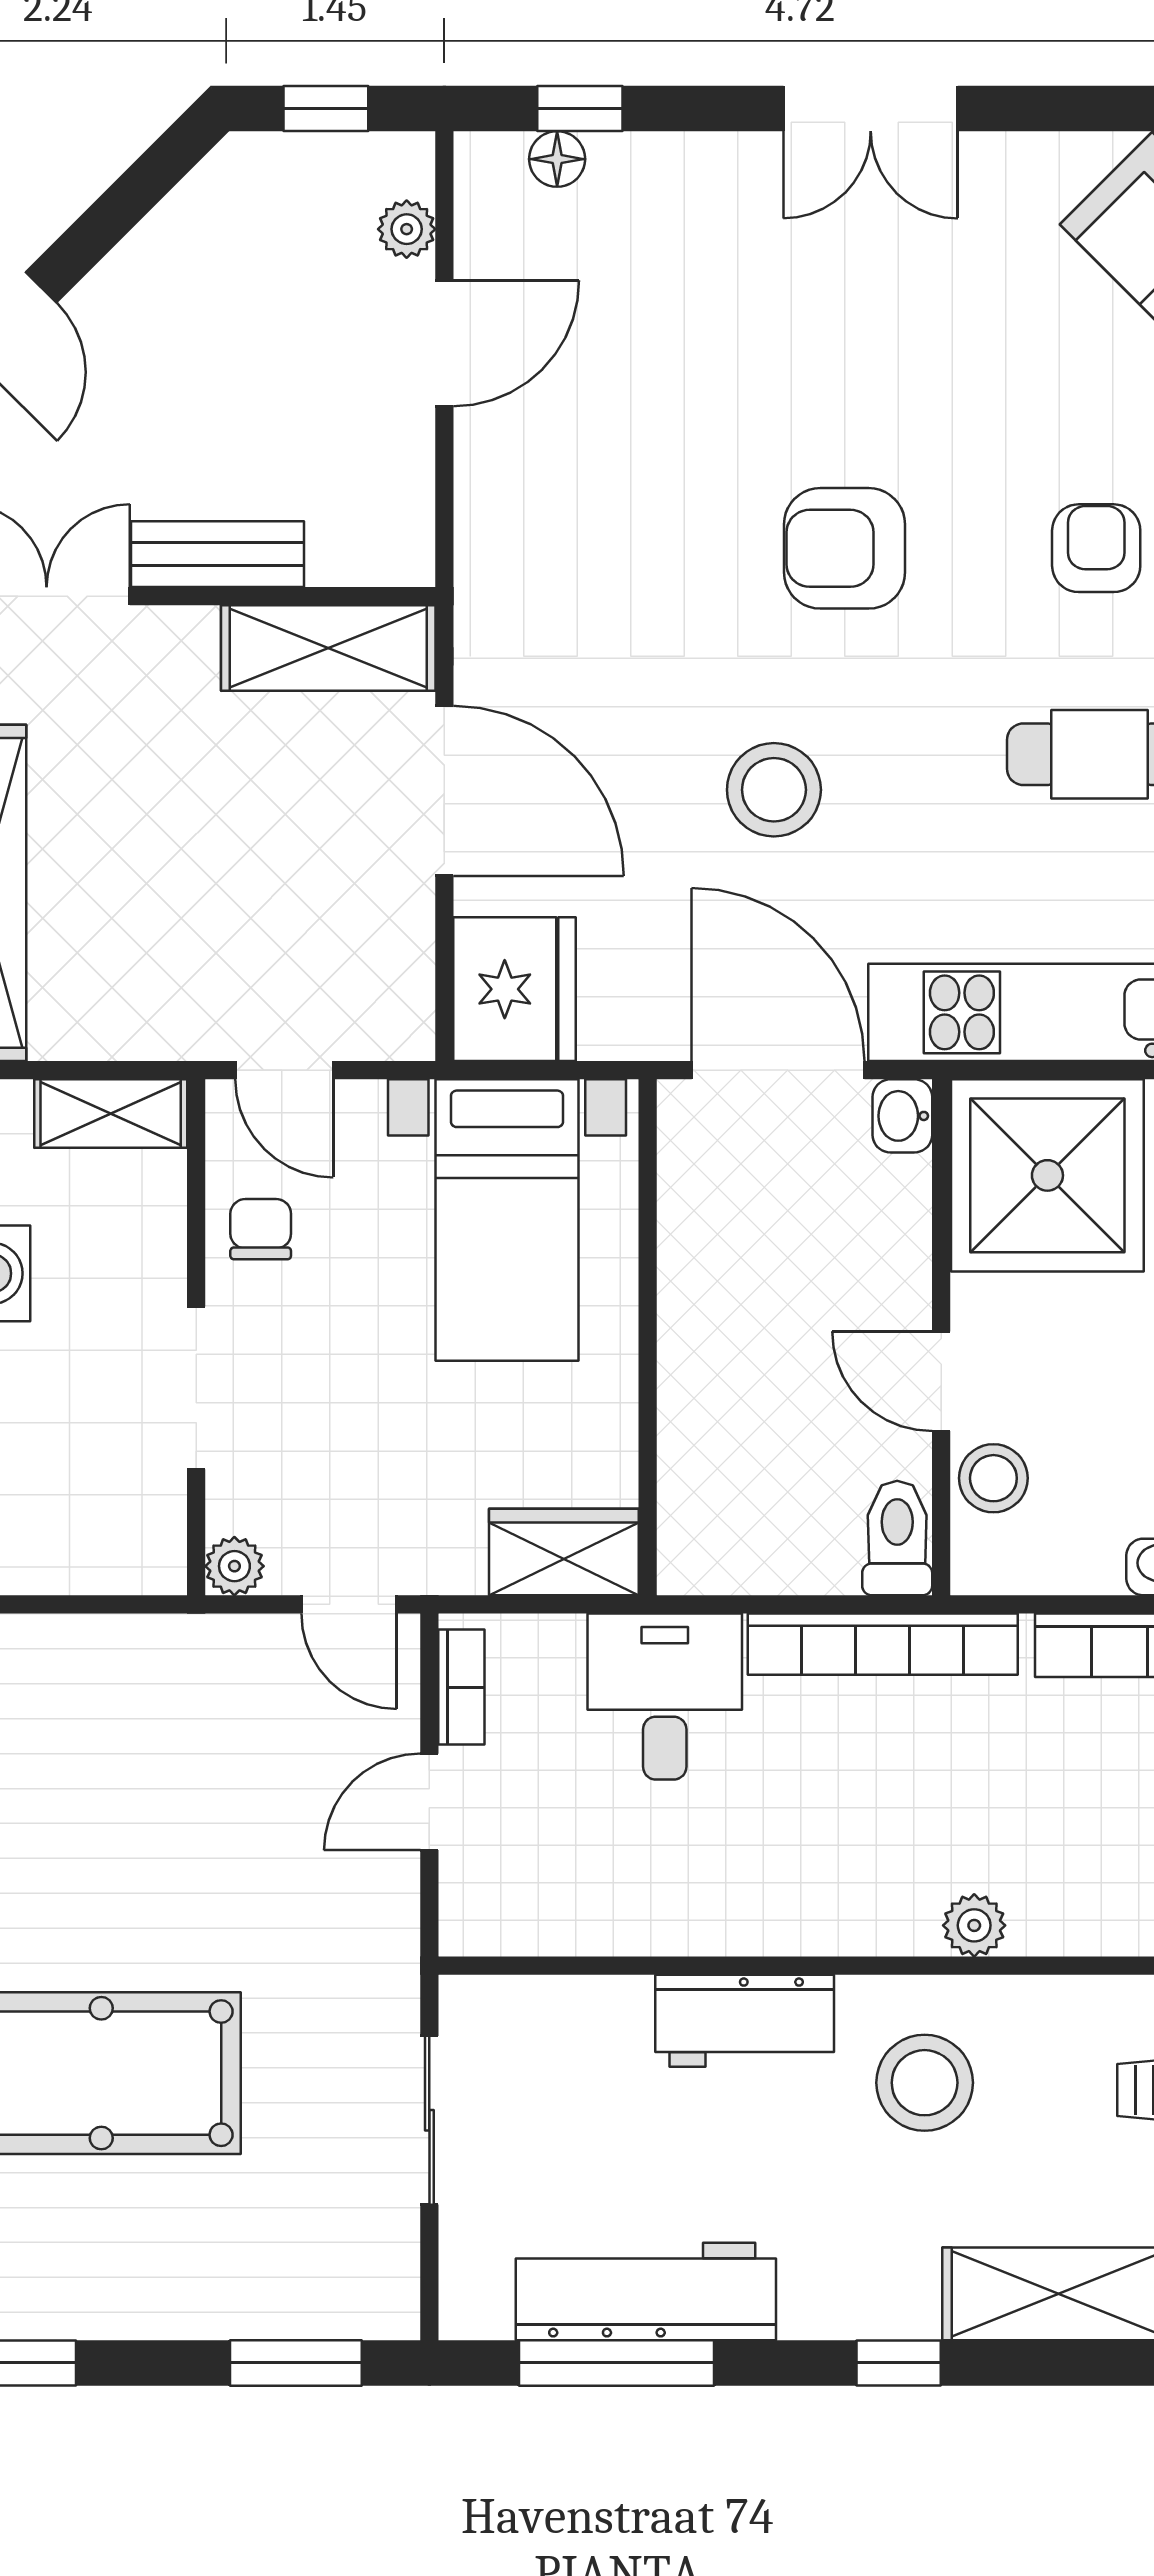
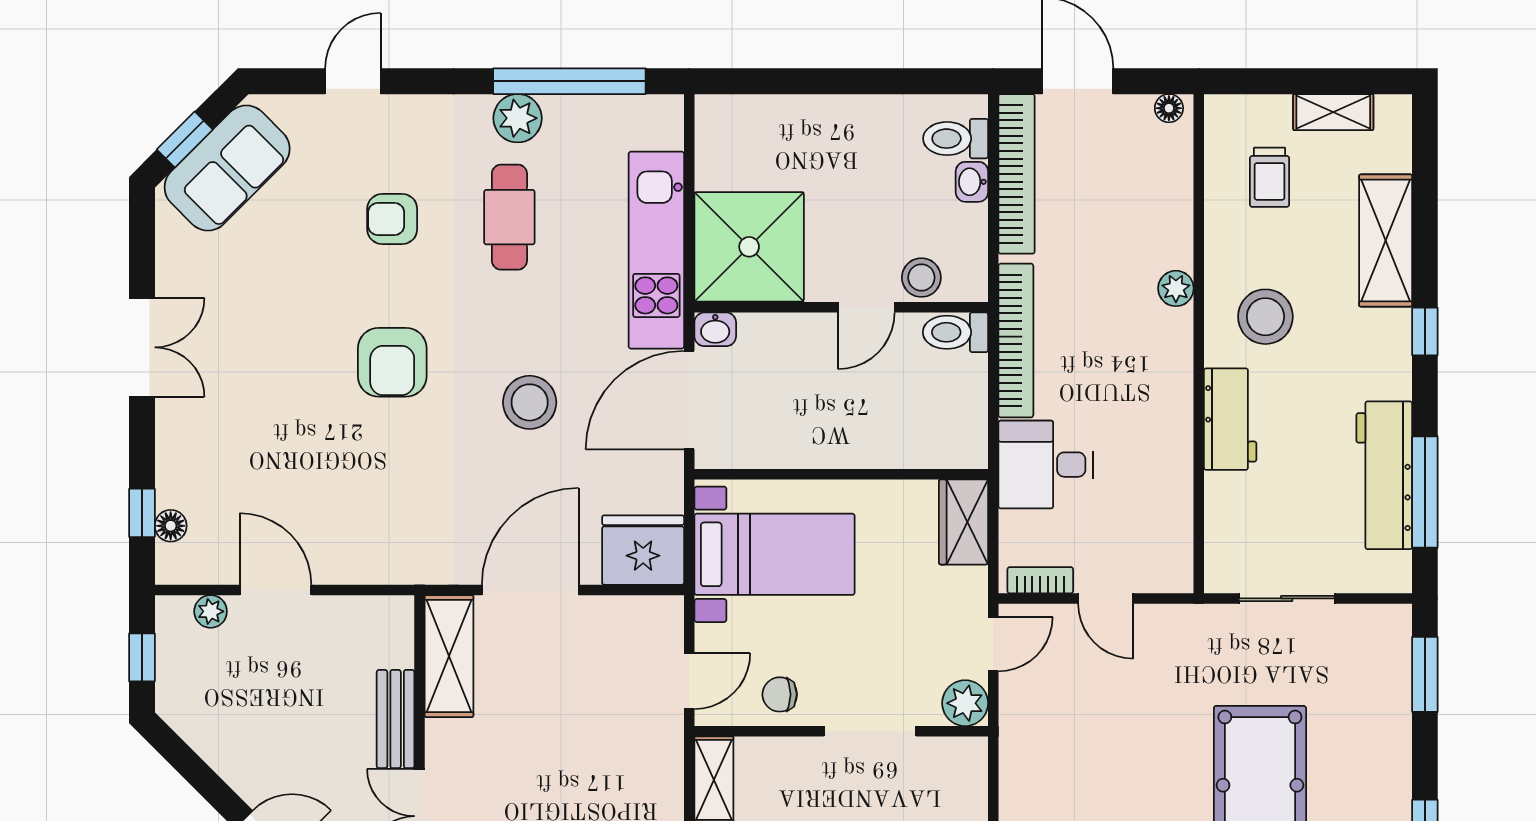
plant: (234, 1566) -> (965, 703), width x1.38, depth x1.38

